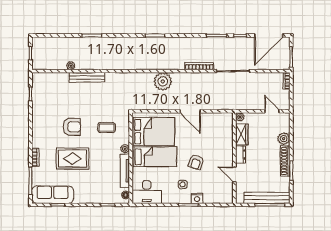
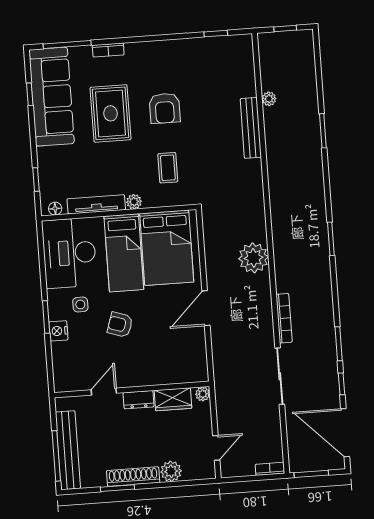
desk: (147, 192) -> (69, 253), width x1.36, depth x1.30
sofa: (53, 195) -> (51, 97), width x1.36, depth x1.27

